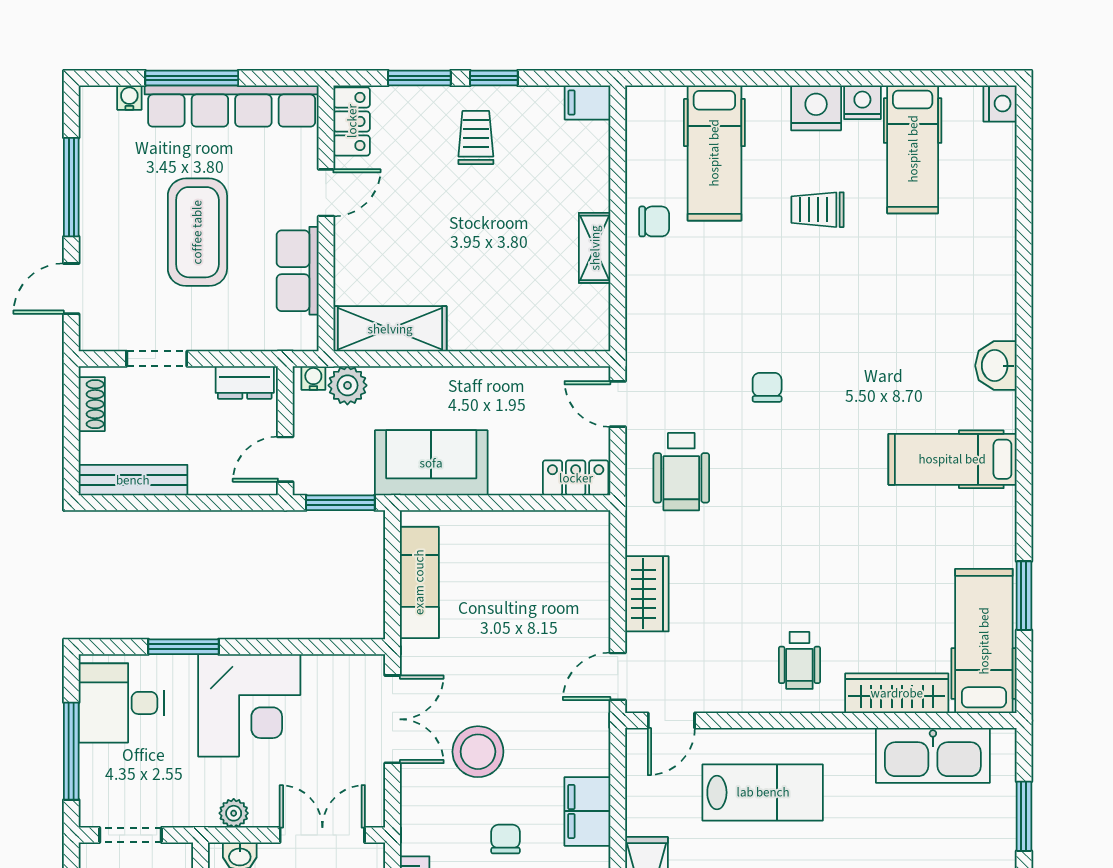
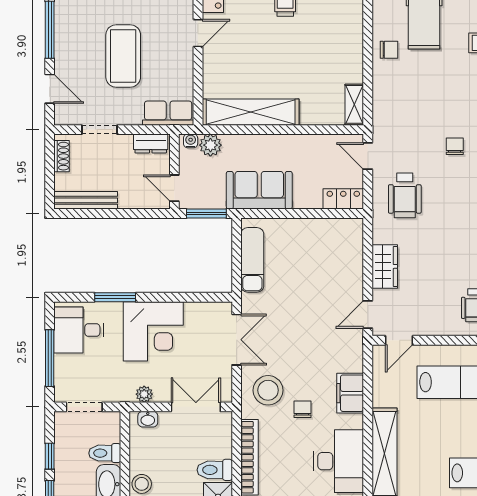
shelving: (595, 248) -> (354, 104), moved
row of seats: (298, 271) -> (168, 113), moved, turned 90
door: (71, 289) -> (50, 89), swing flipped
shelving: (390, 329) -> (251, 112), width x1.47
door: (285, 459) -> (174, 188), hinge flipped
stool: (478, 752) -> (268, 390), moved

